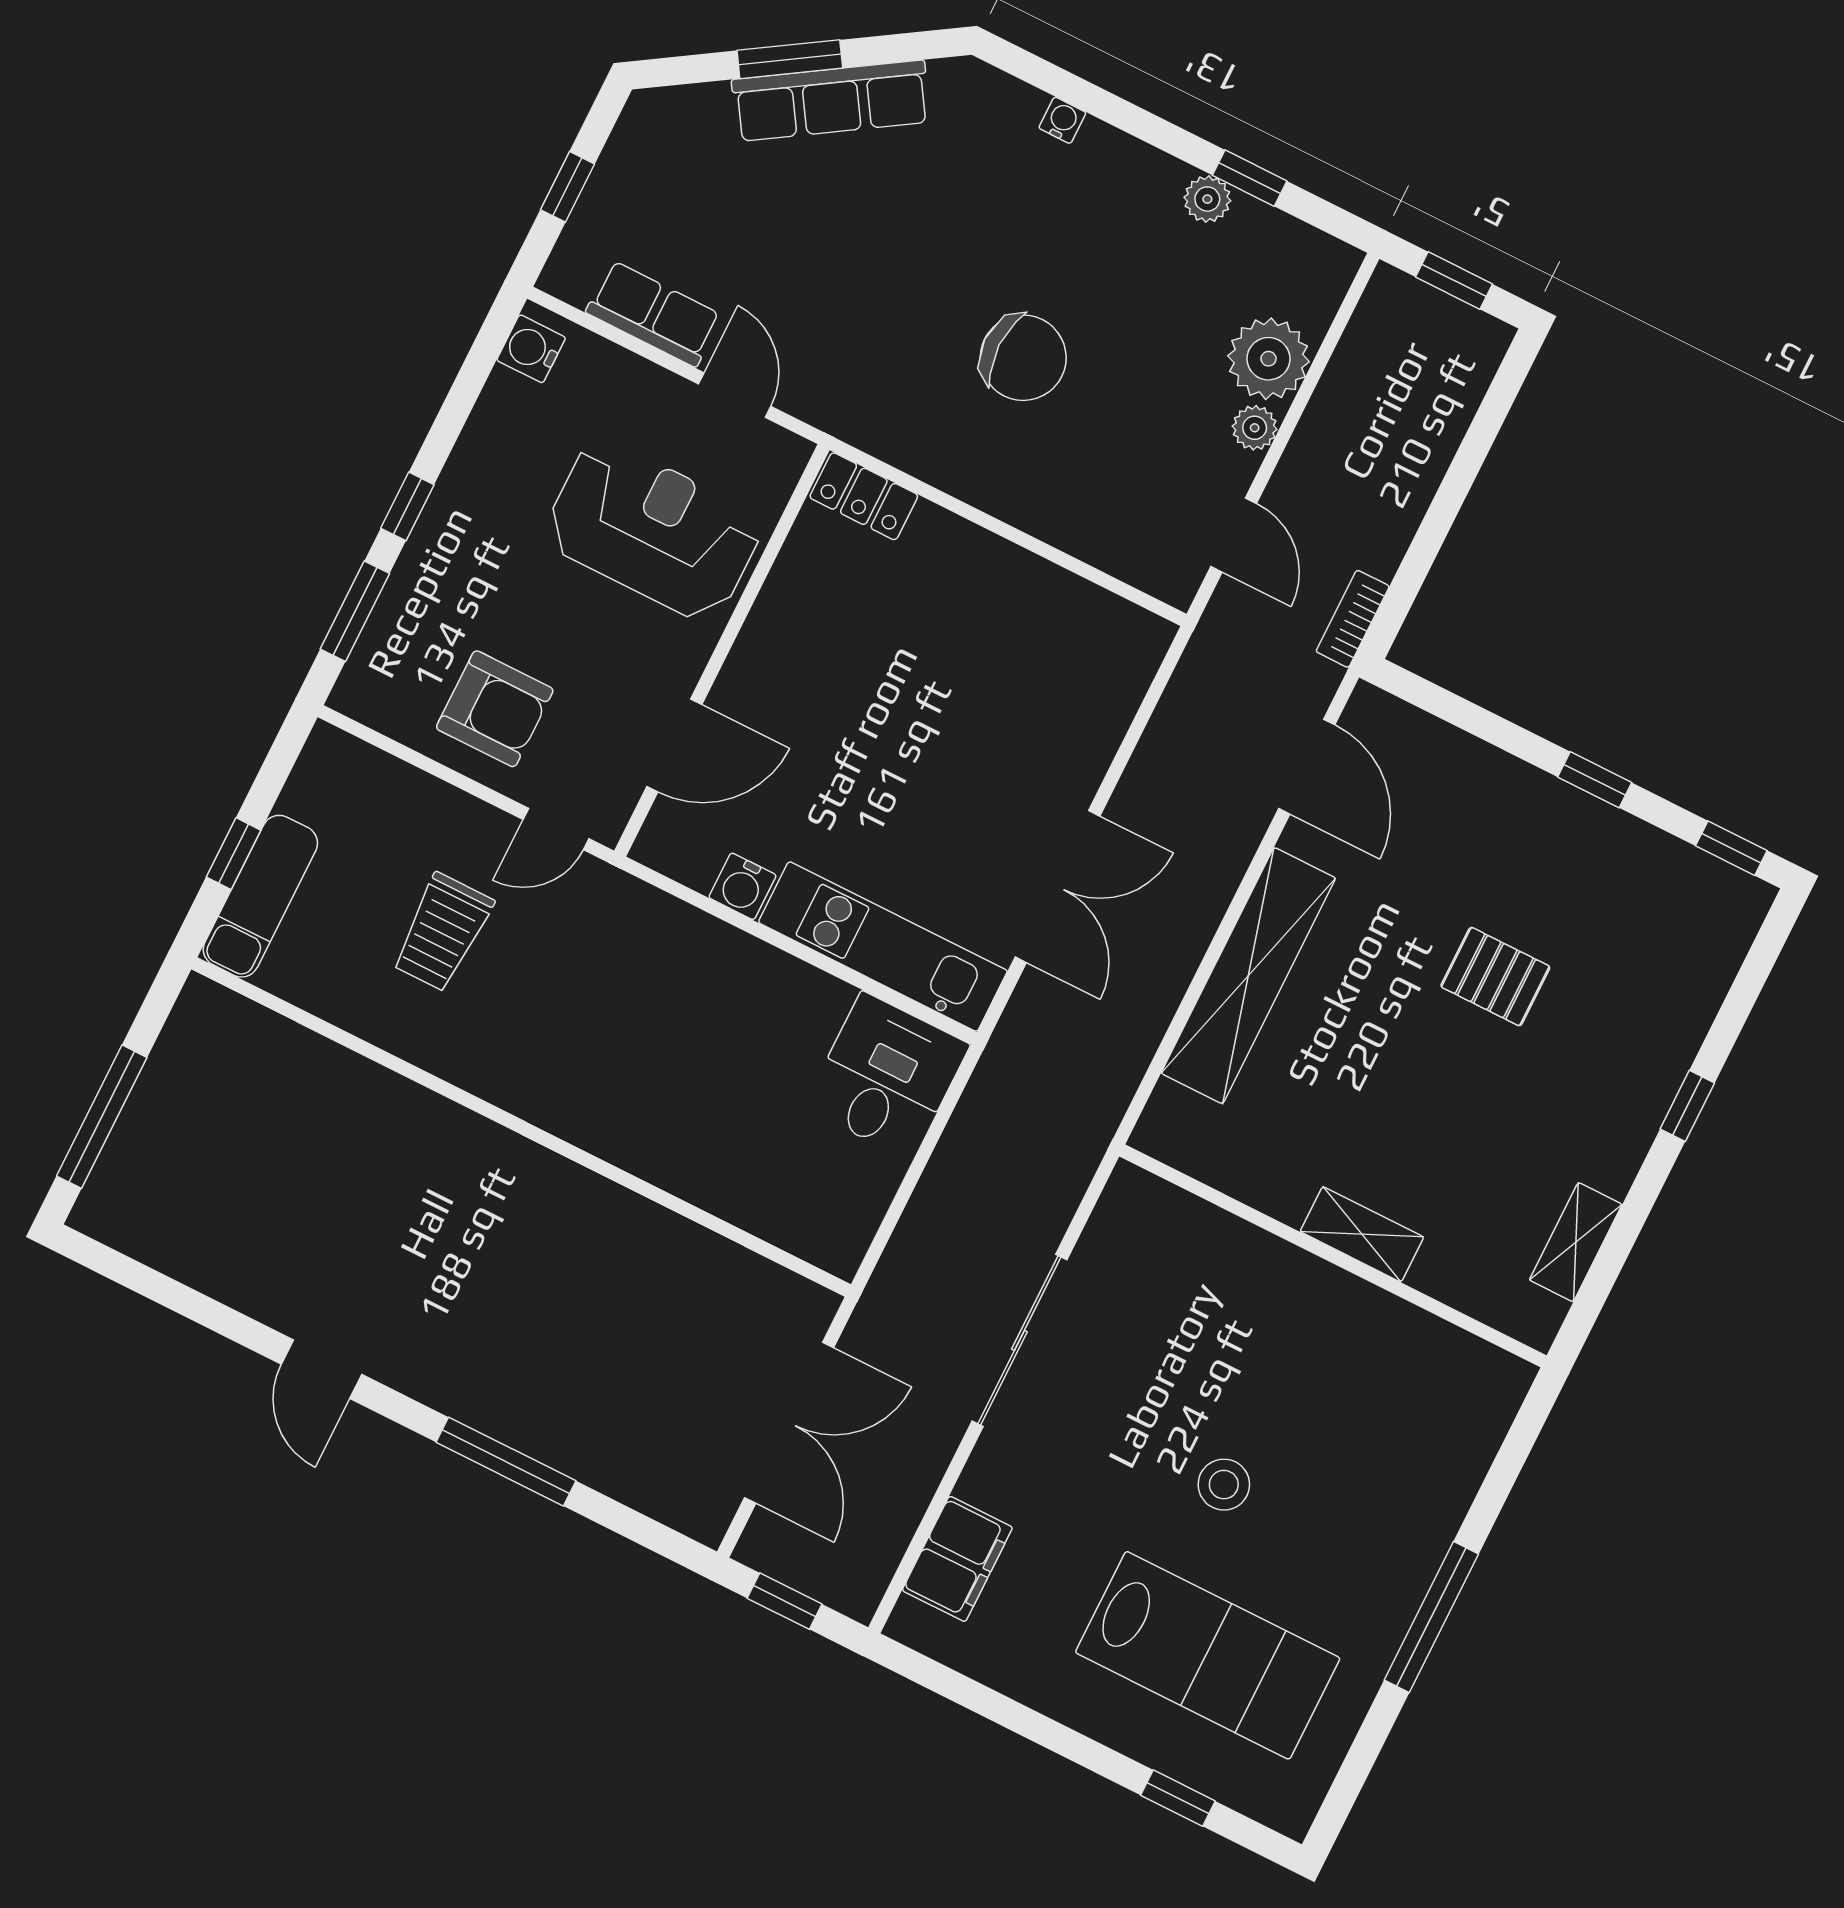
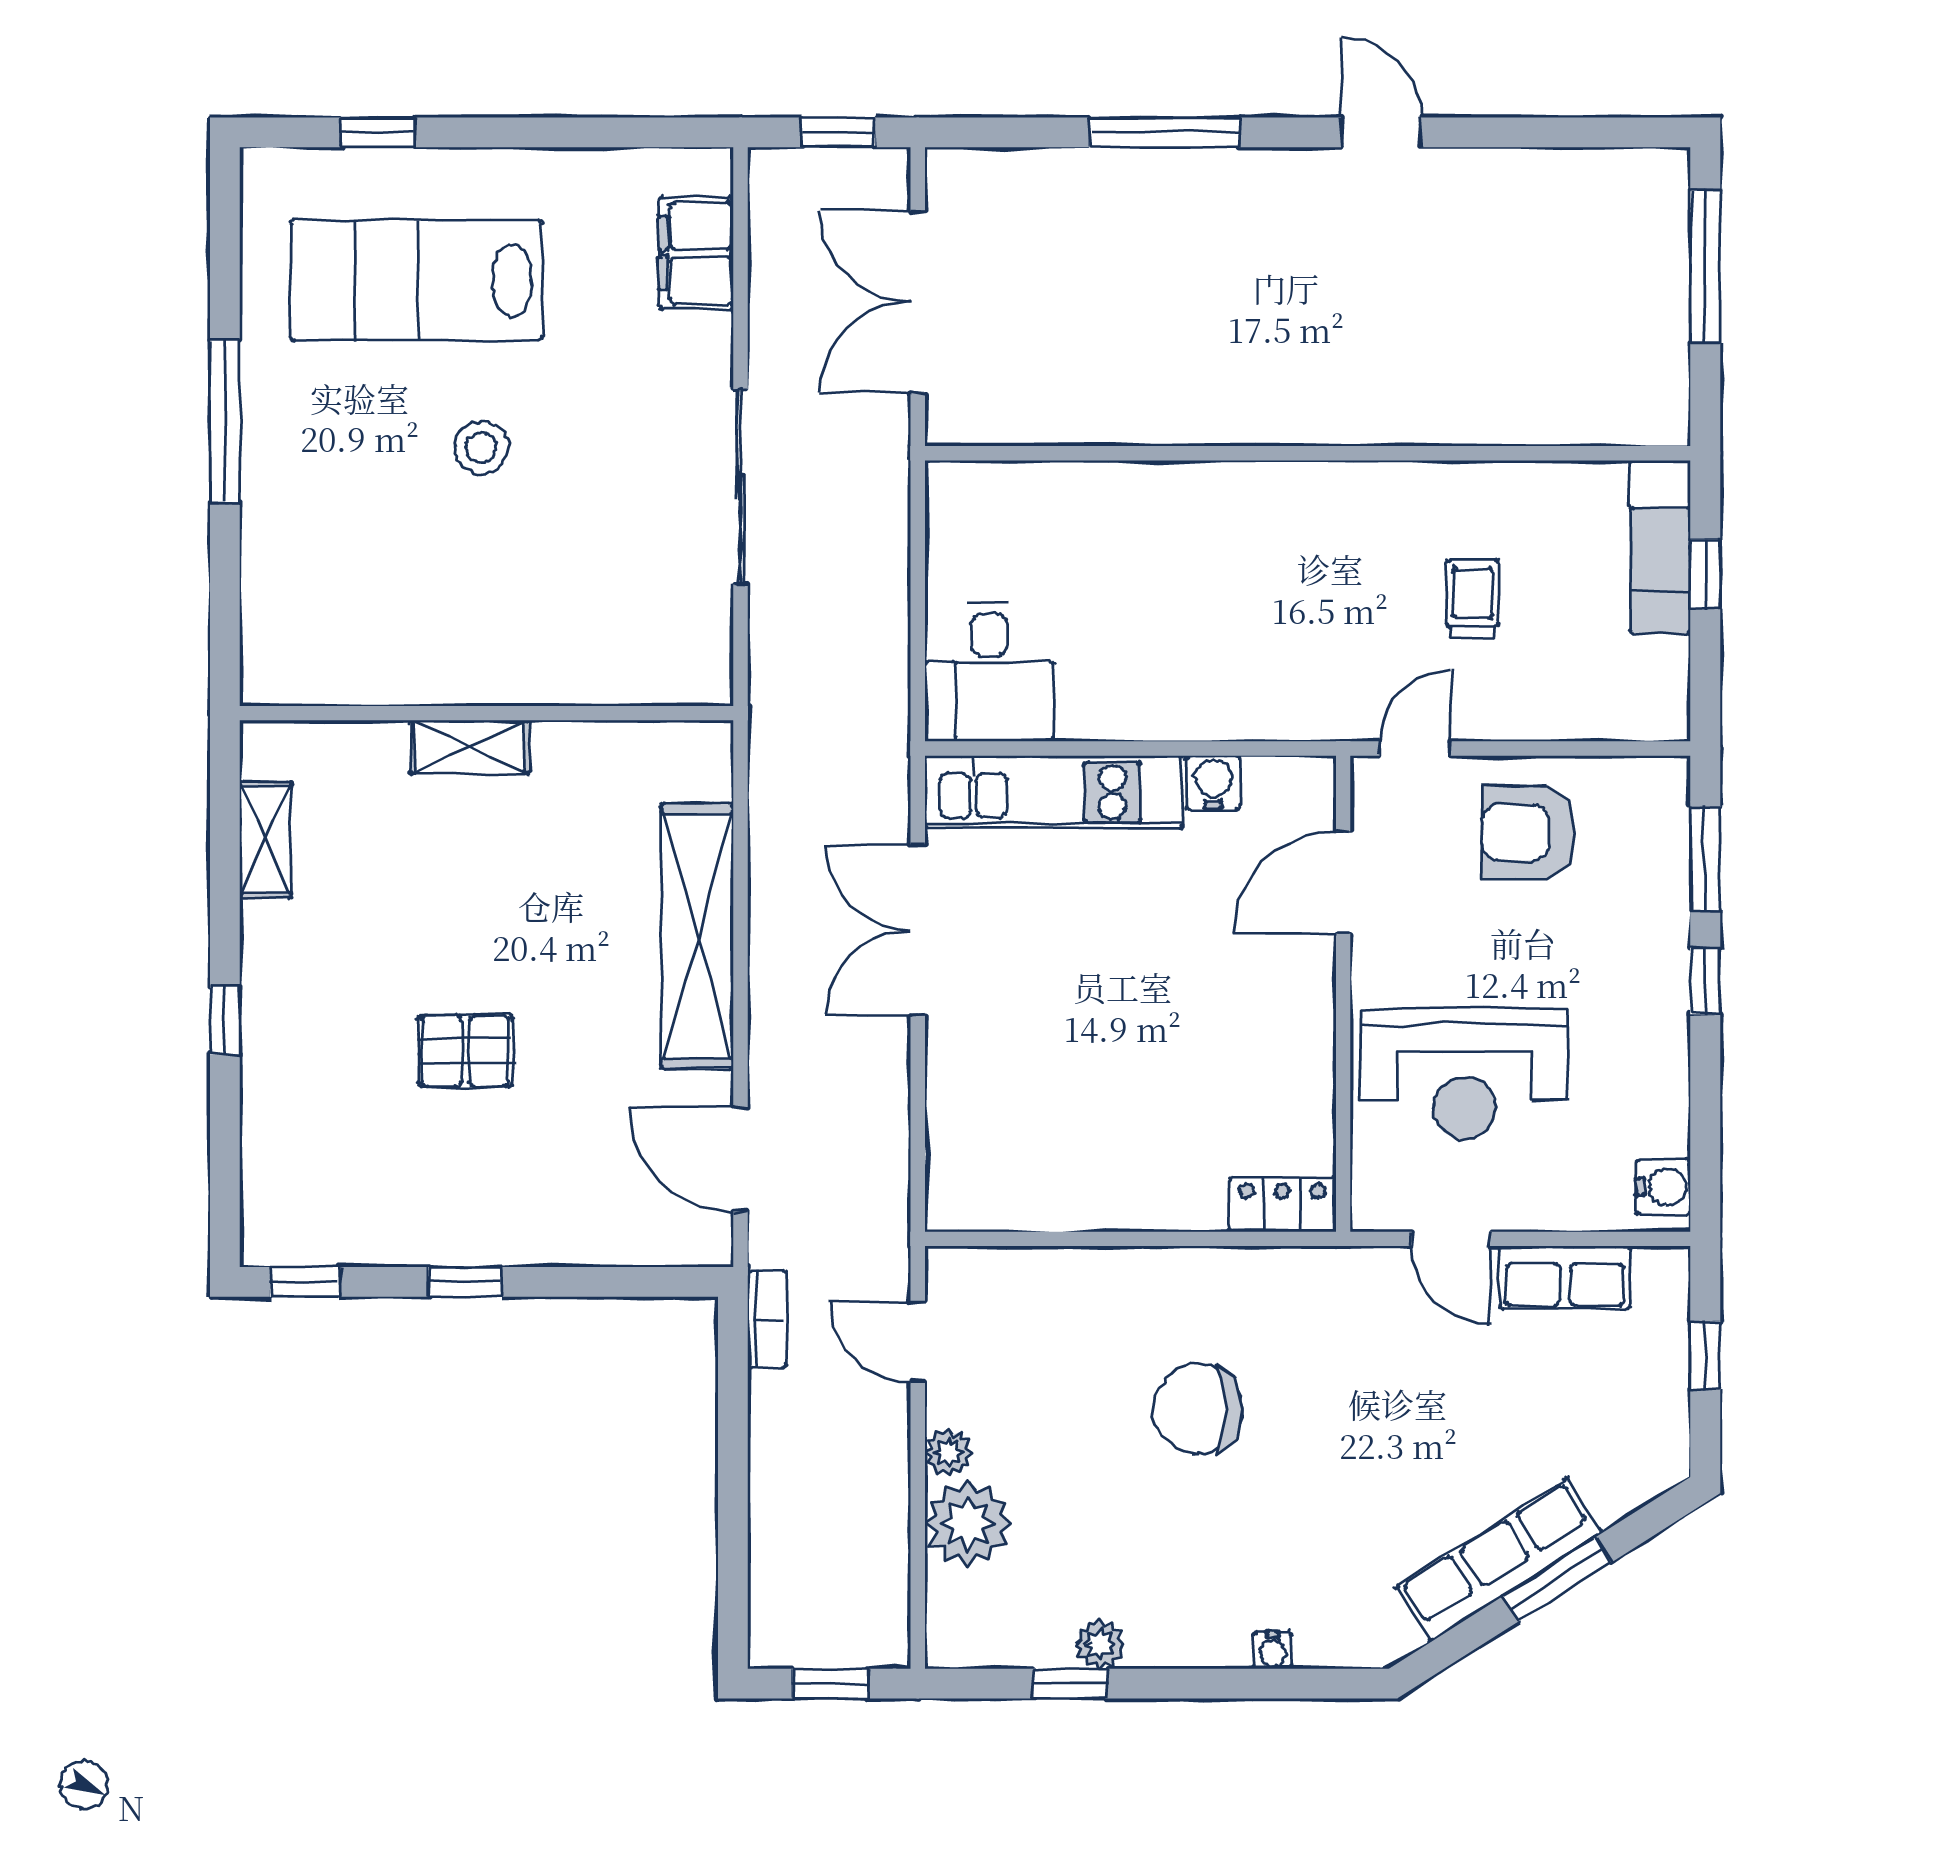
trolley: (442, 932) -> (1473, 598), width x0.73, depth x0.72

